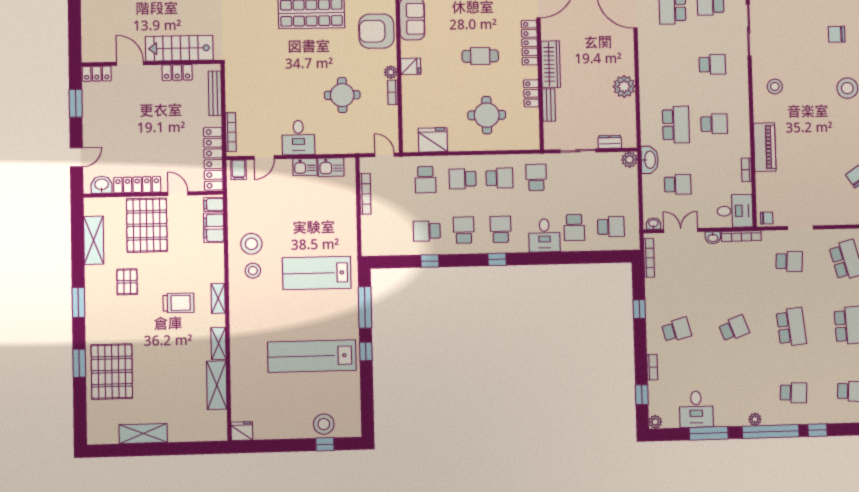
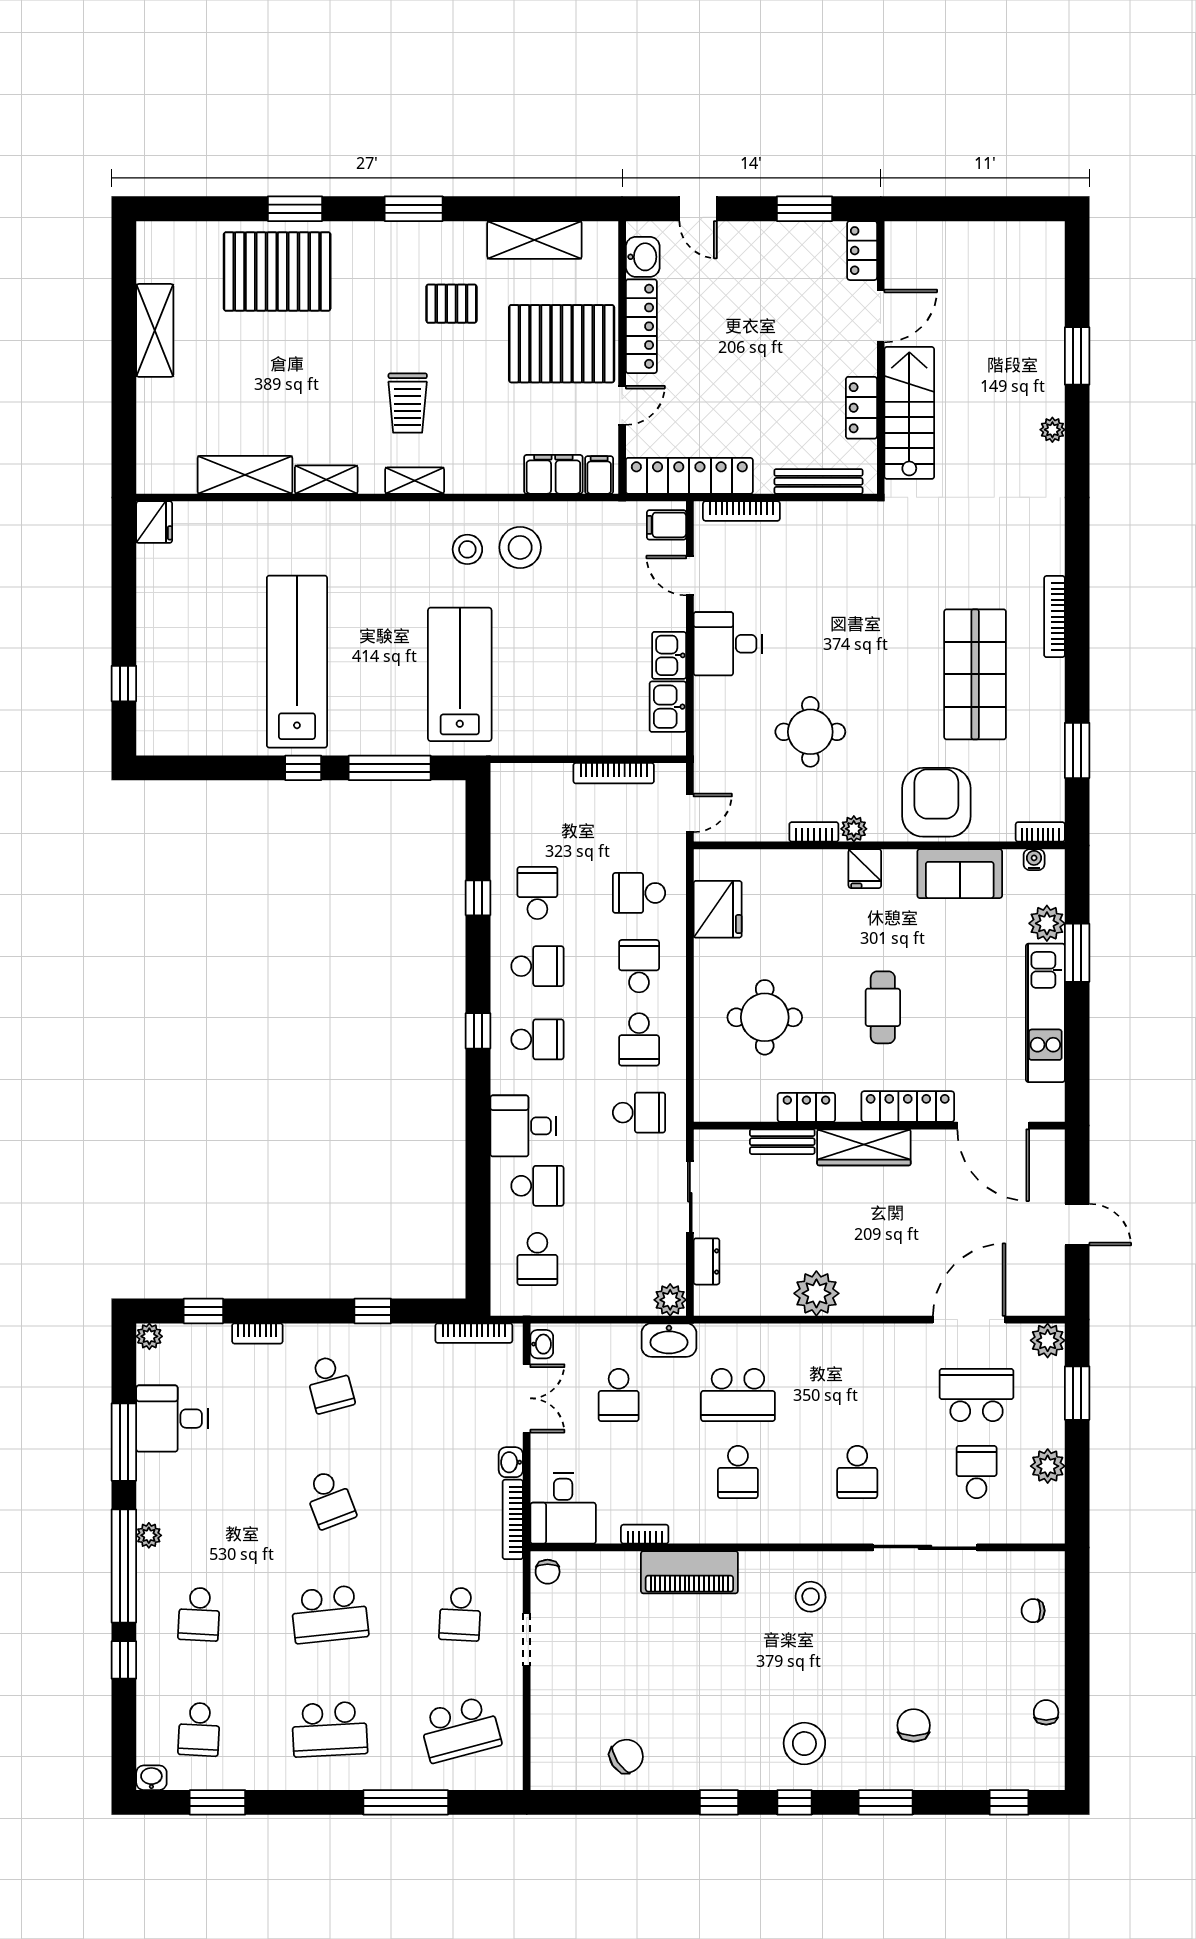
school desk: (574, 228) -> (537, 1186), turned 180
stool: (324, 424) -> (163, 682), removed

